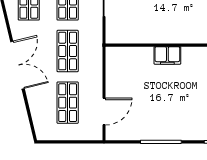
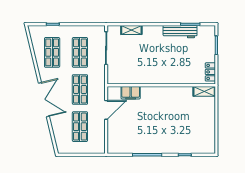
filing cabinet: (167, 55) -> (131, 93), moved
door: (104, 112) -> (106, 110), moved

